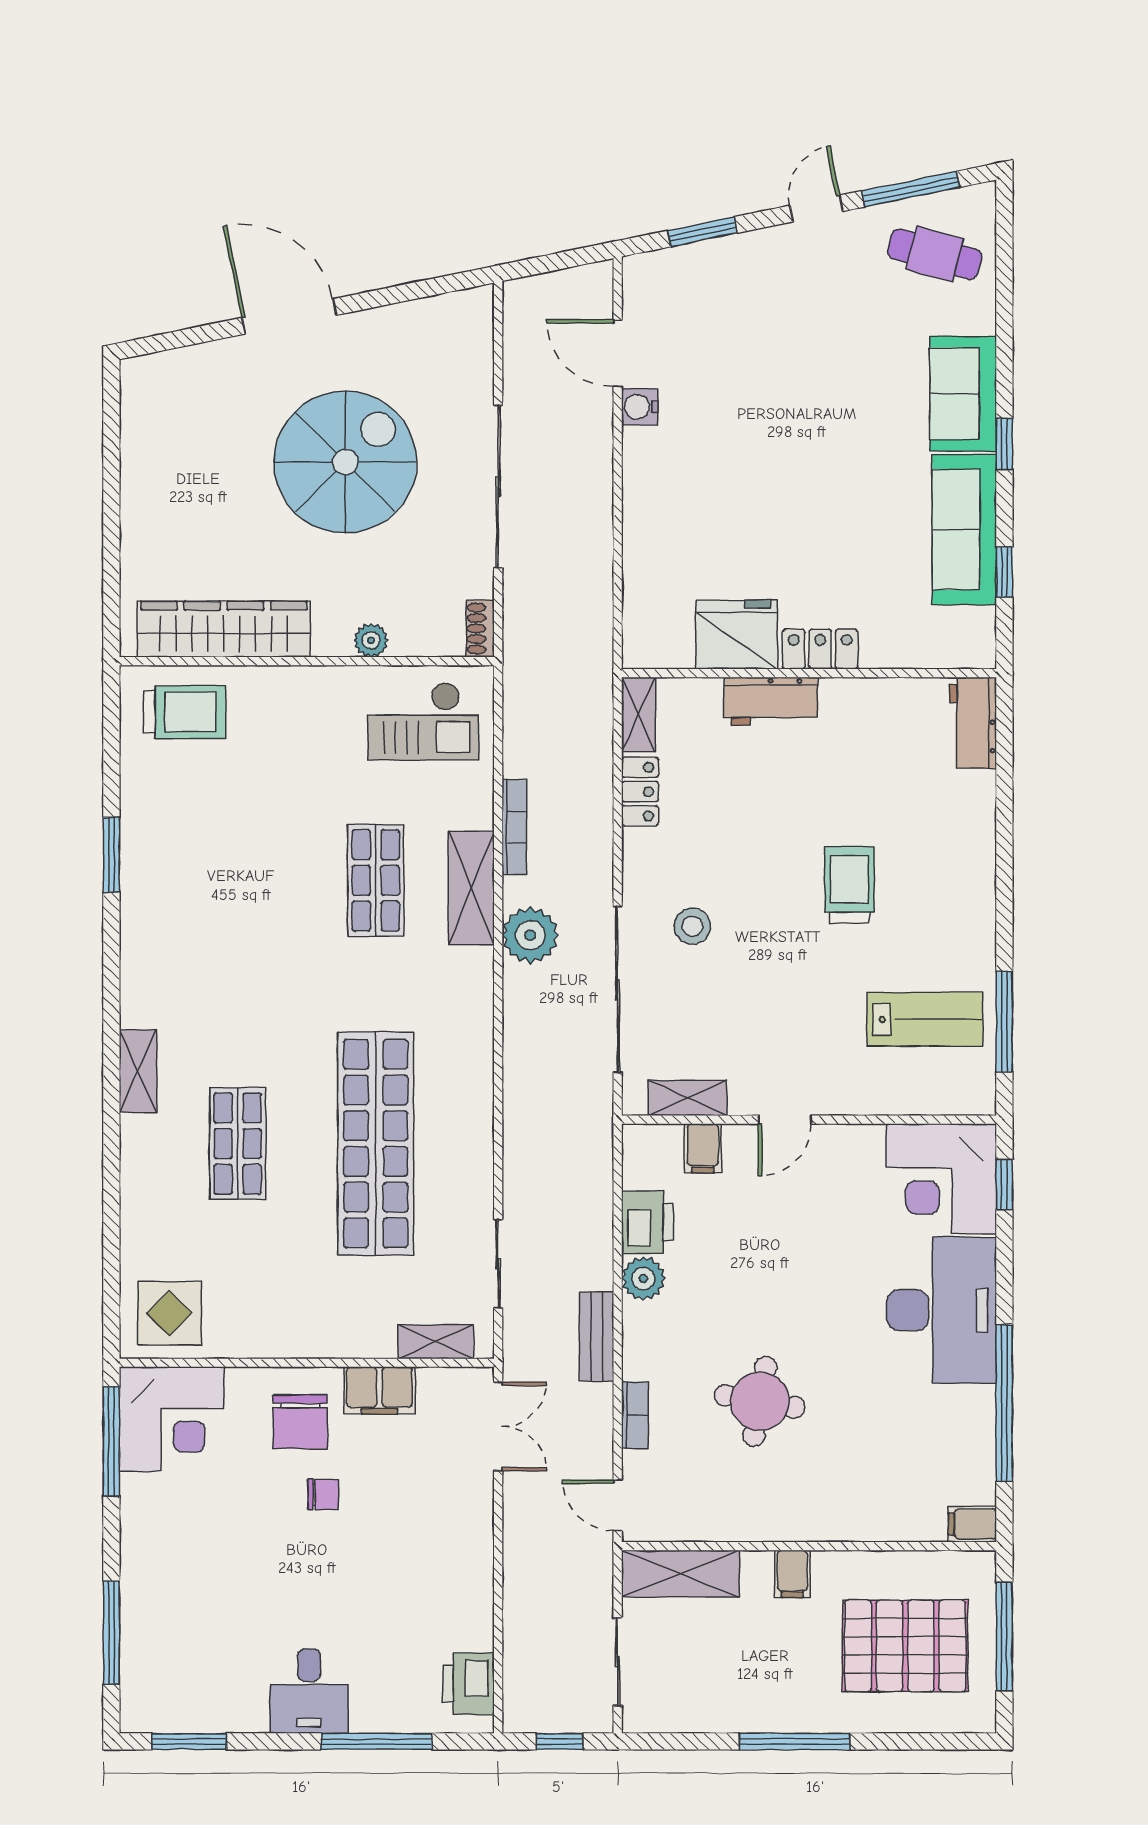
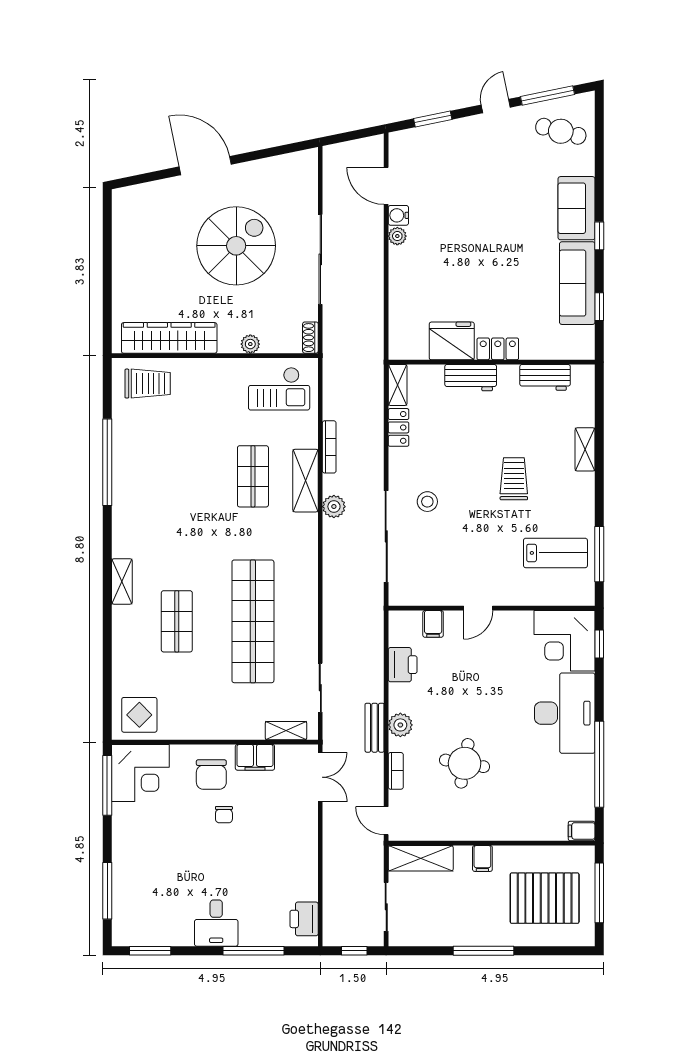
plant: (638, 444) -> (397, 236), added
workbench: (973, 723) -> (545, 377), moved, turned -90
window: (111, 855) -> (107, 462), width x2.11
plant: (530, 935) -> (334, 507), width x0.73, depth x0.73
shelving: (687, 1098) -> (585, 449), moved, turned 90
plant: (643, 1278) -> (400, 725), moved
chair: (323, 1494) -> (224, 815), turned 90

